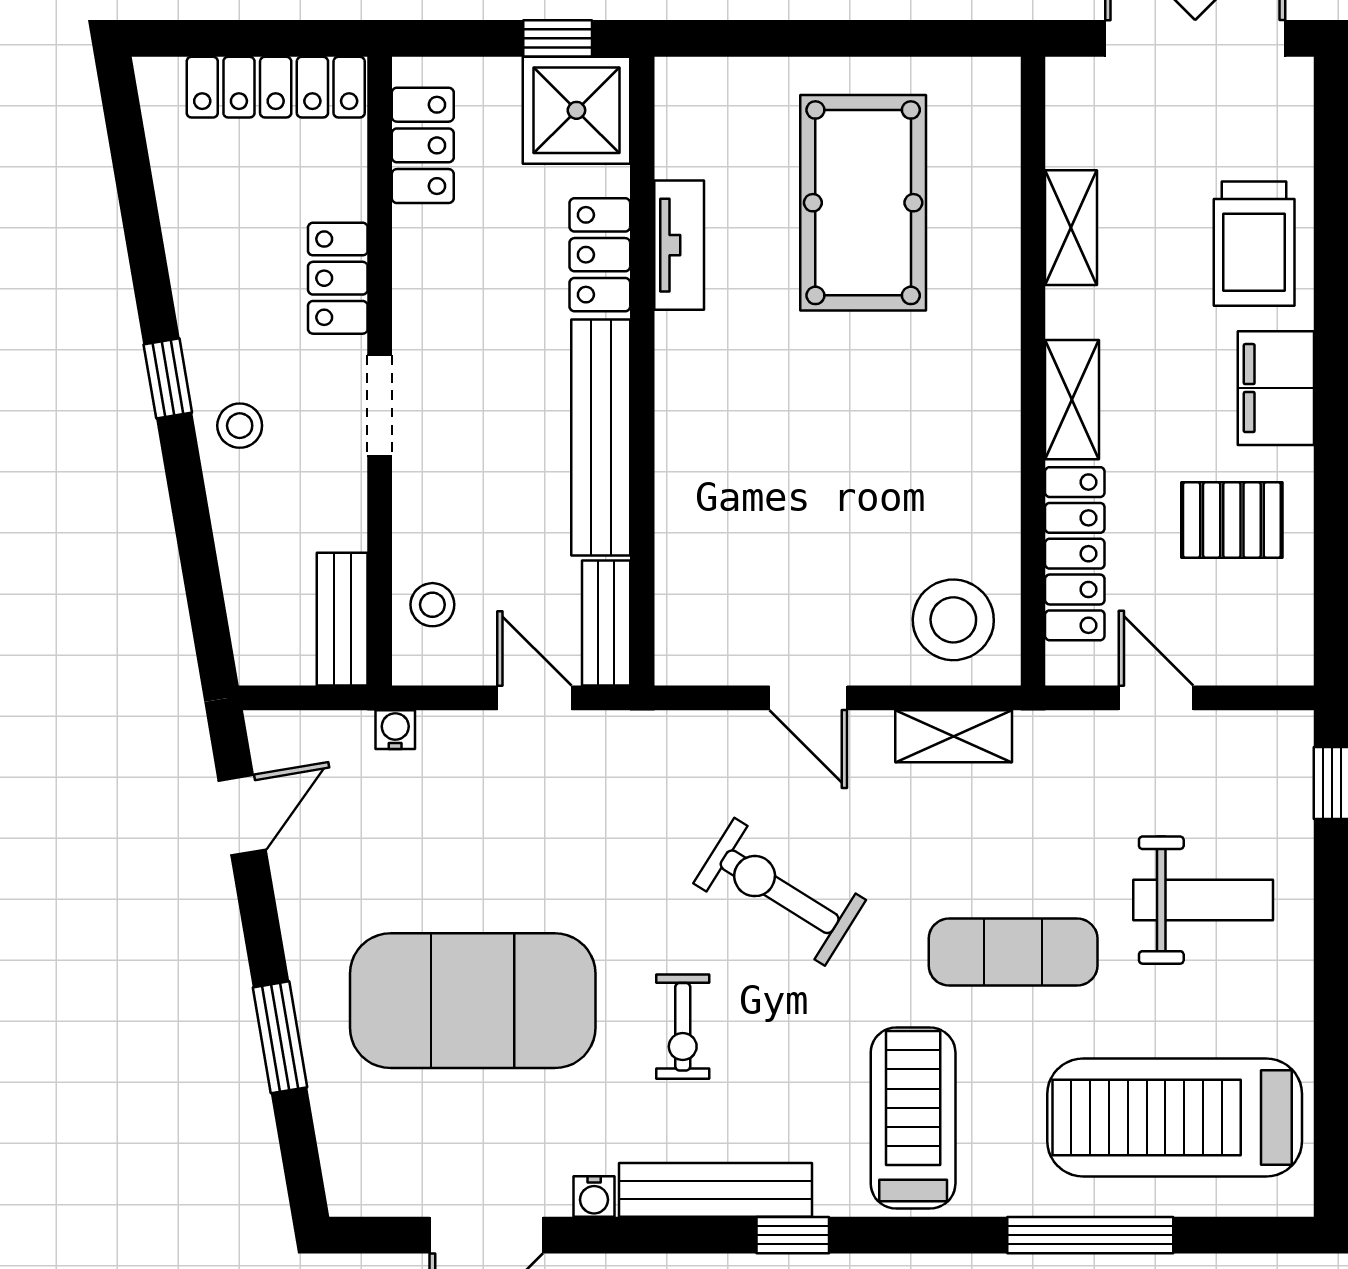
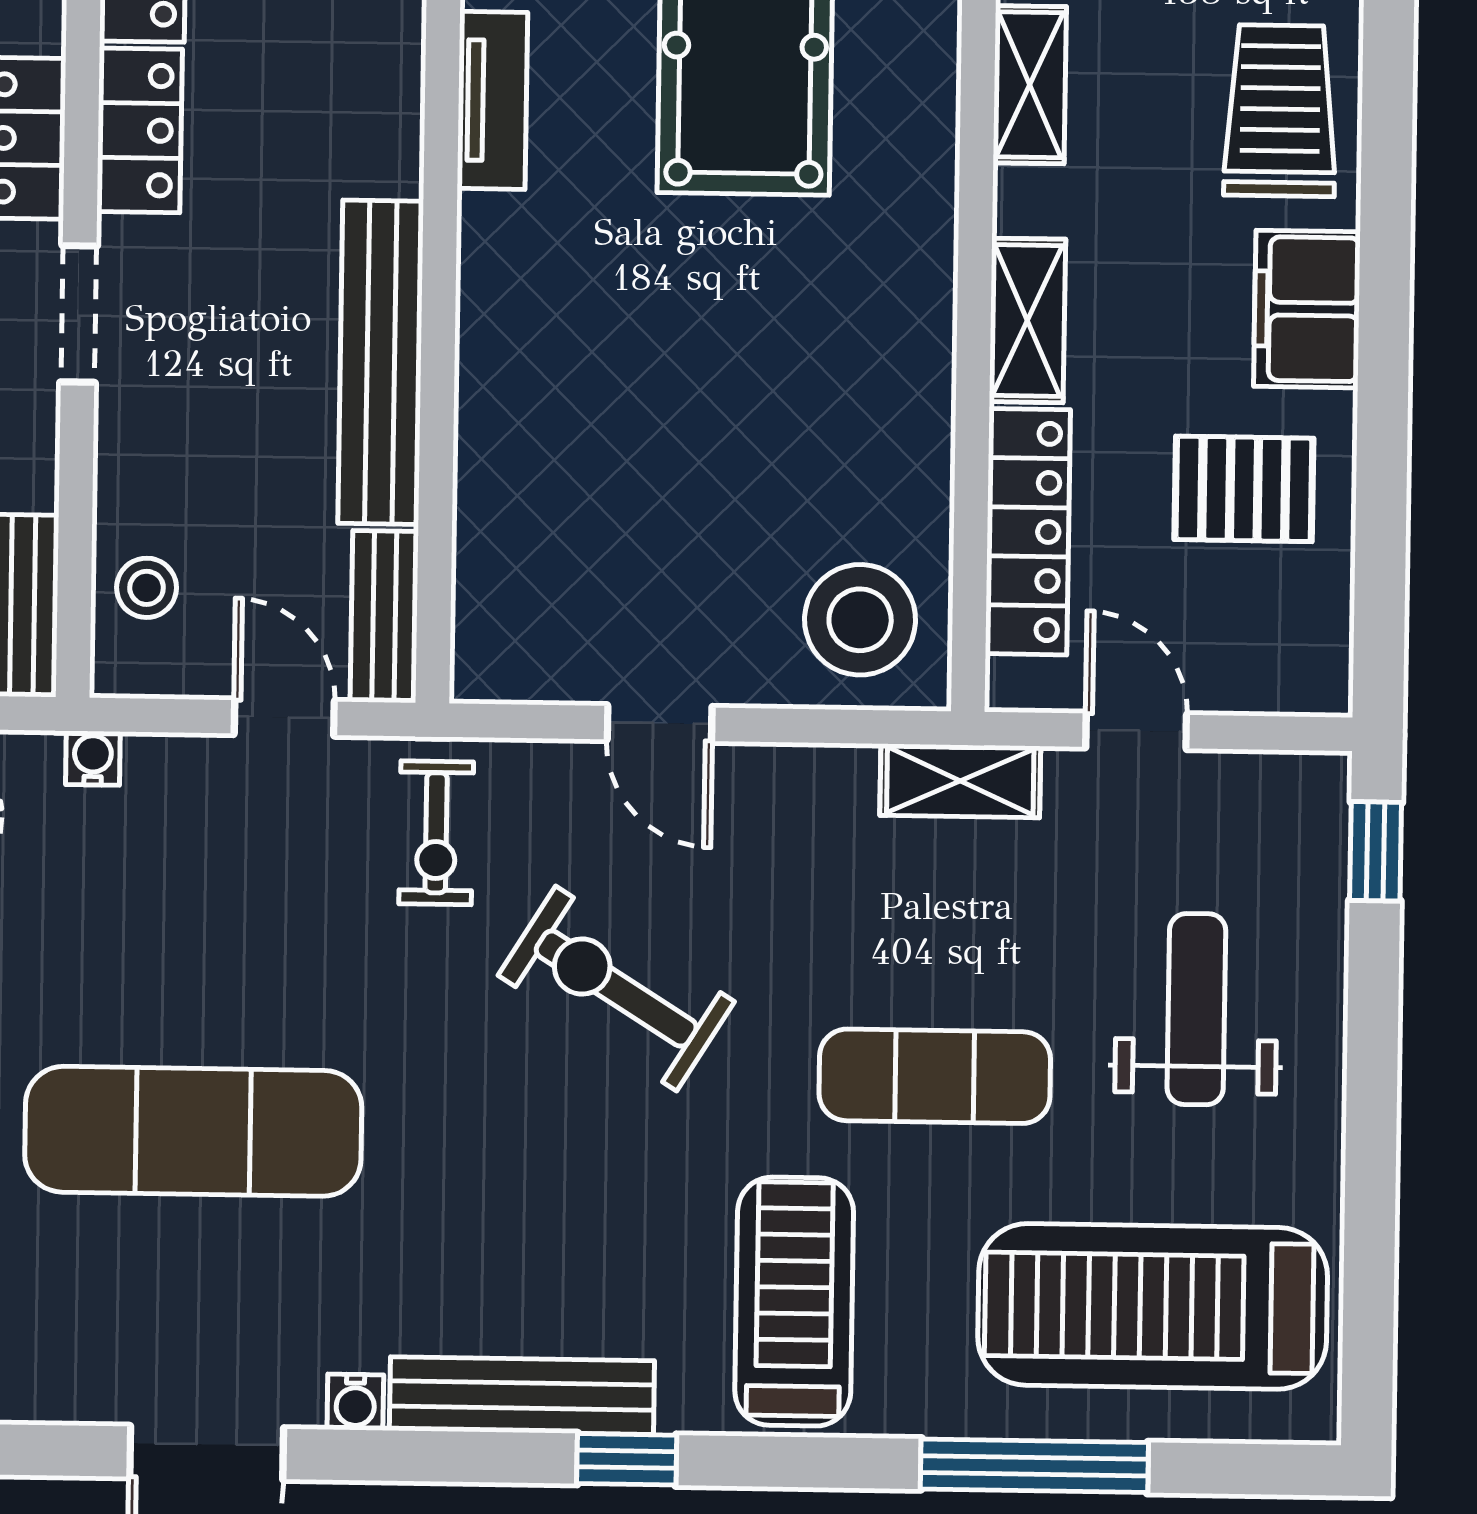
trolley: (1254, 244) -> (1280, 111), turned 180
locker: (600, 255) -> (140, 130), moved, turned 180
shelving: (954, 736) -> (960, 781), moved
weight bench: (1203, 900) -> (1196, 1009), turned -90
exercise mat: (473, 1001) -> (193, 1131), width x0.68
exercise bike: (683, 1027) -> (436, 833), moved

